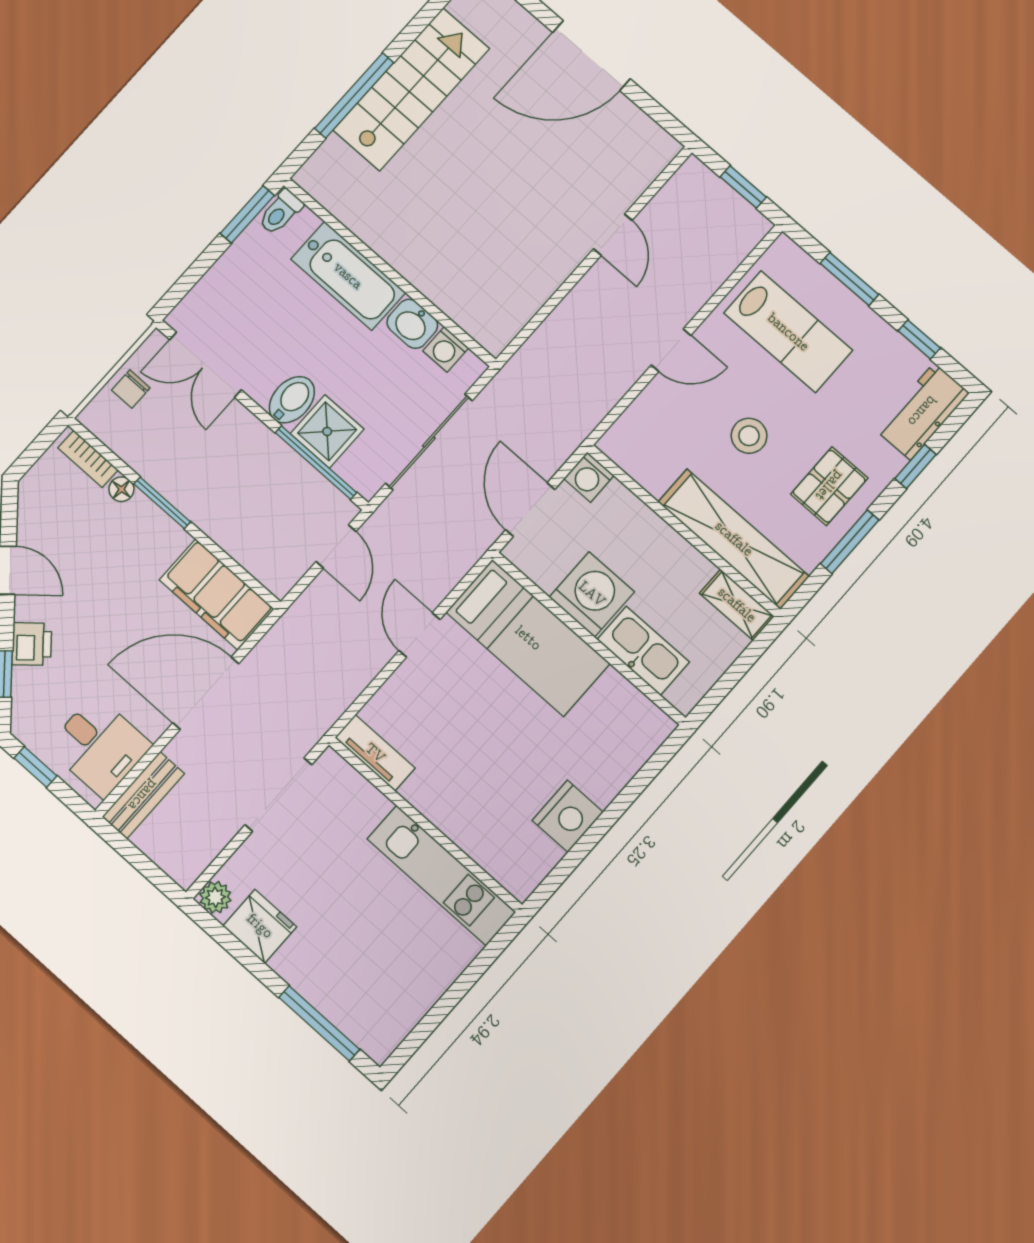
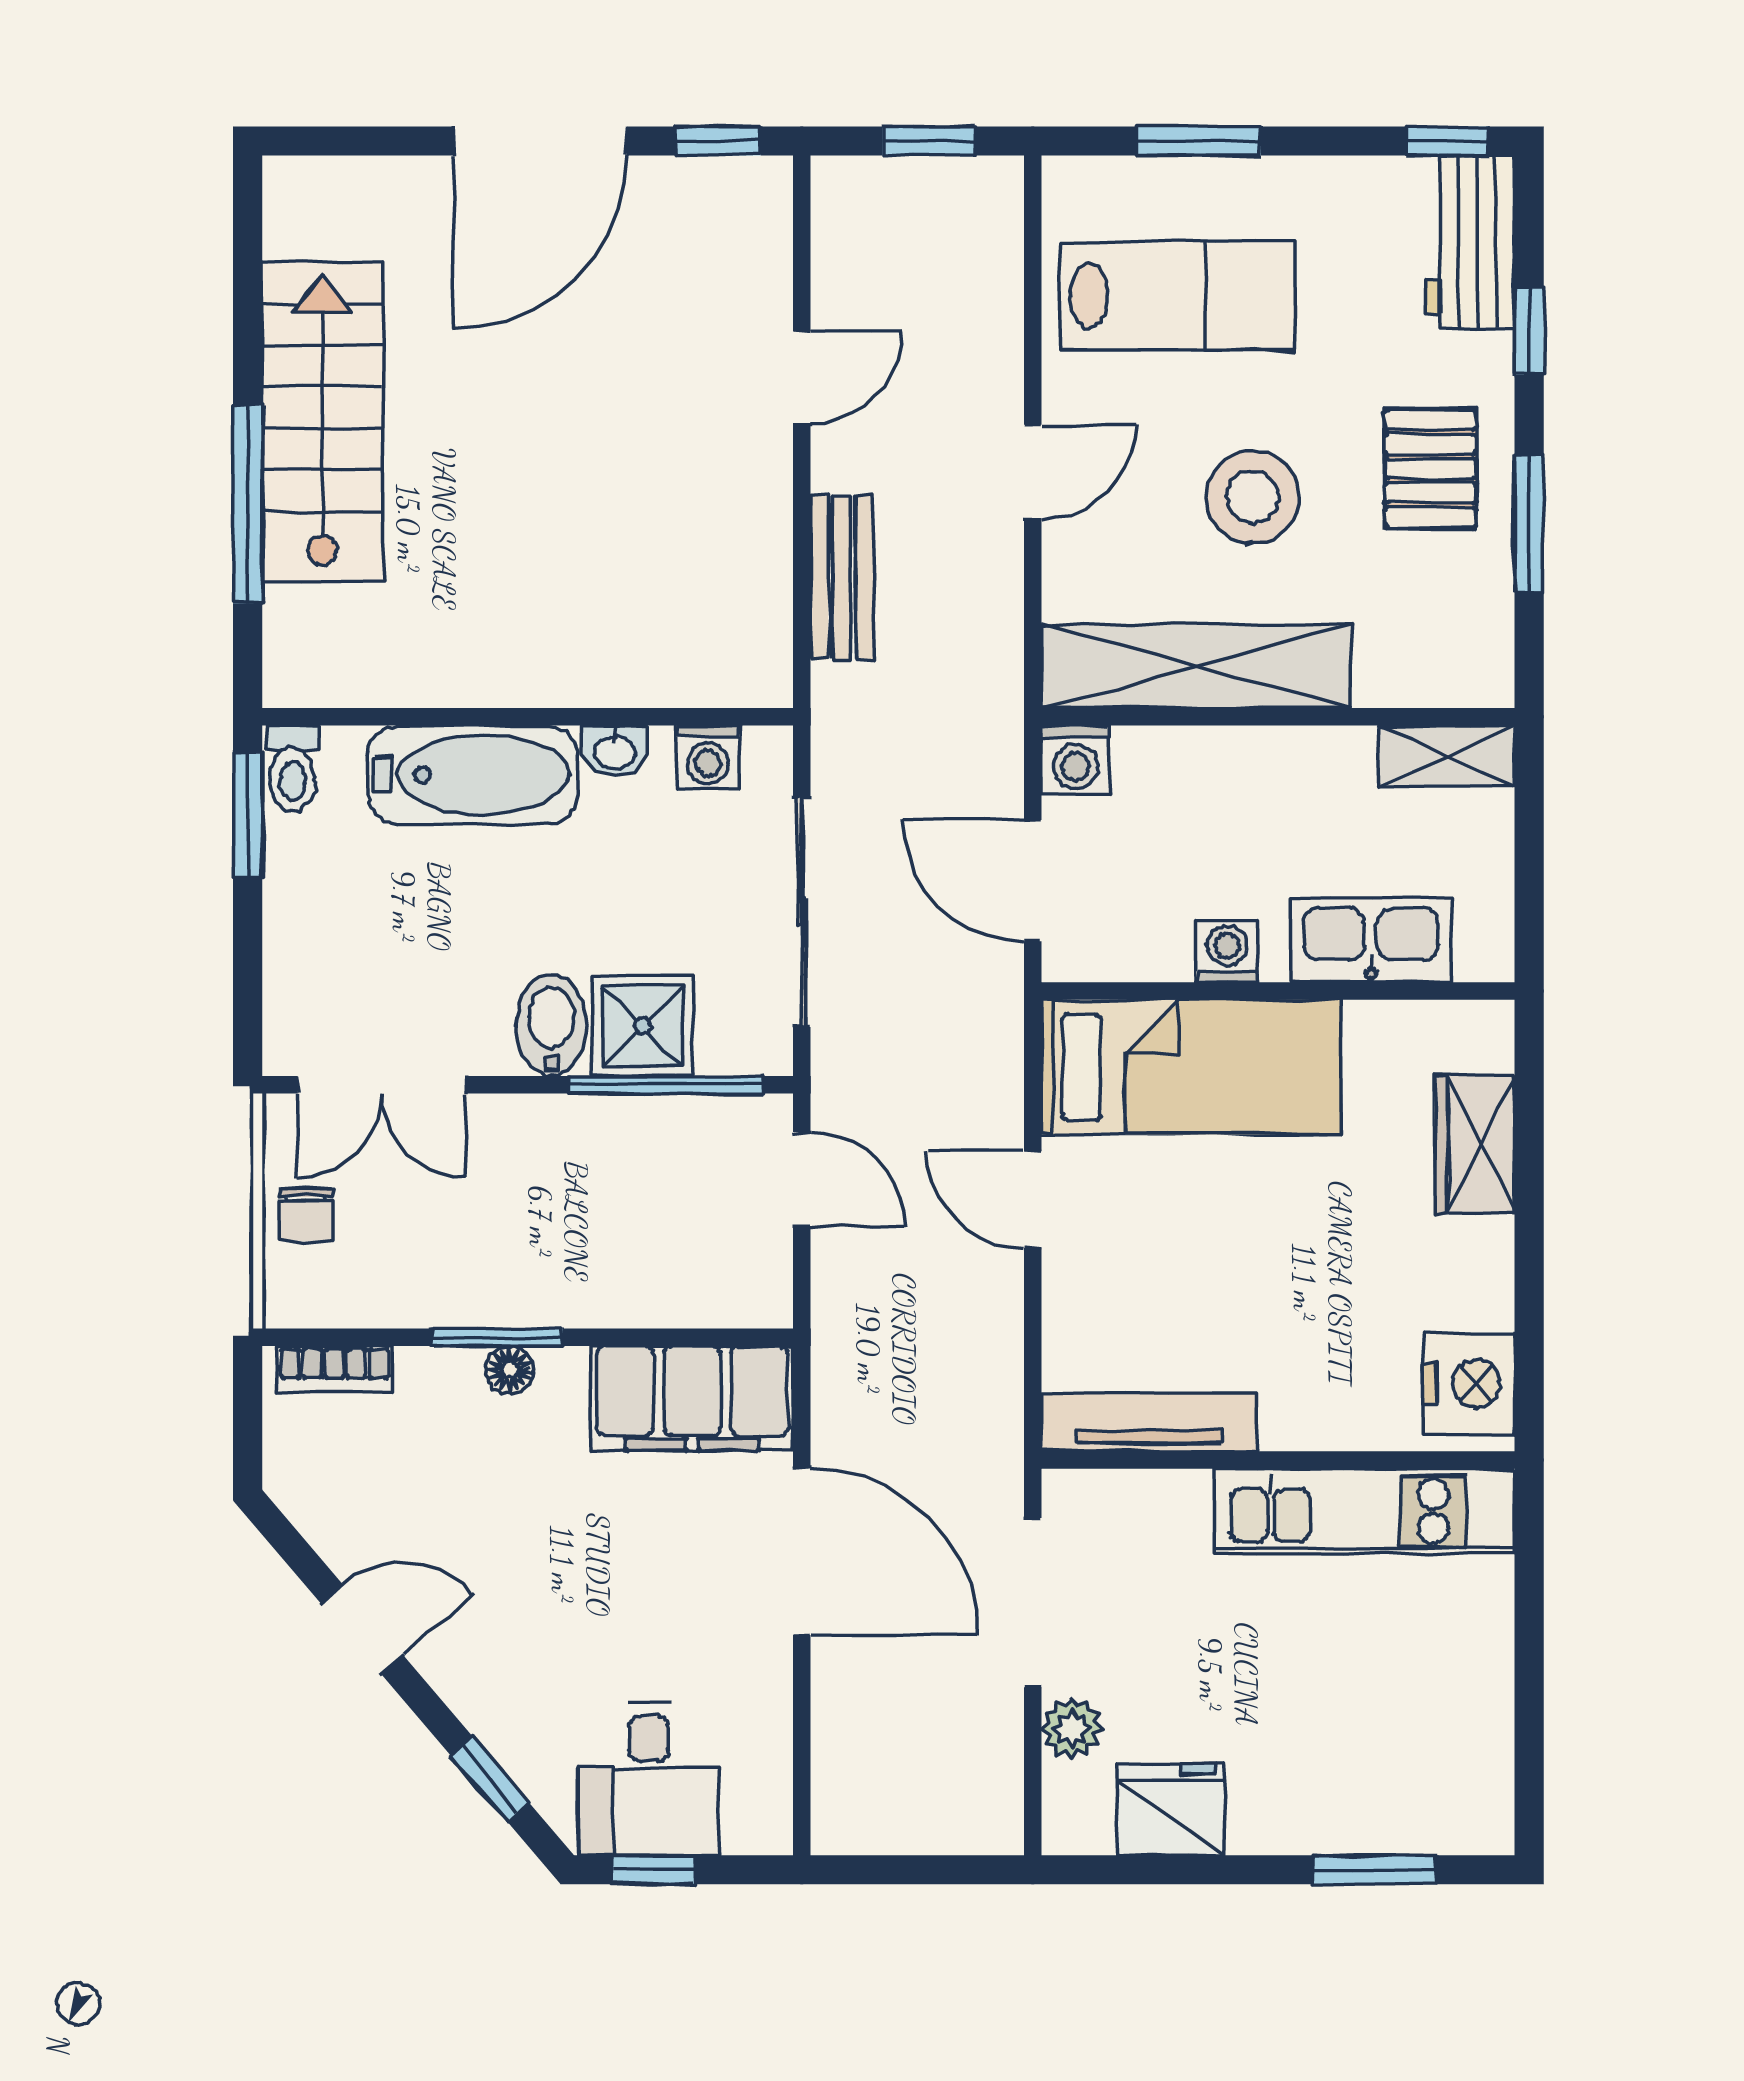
window: (661, 116) -> (718, 141), added
door: (613, 235) -> (802, 377), hinge flipped
washbasin: (412, 324) -> (615, 751), width x0.72, depth x0.69
window: (919, 339) -> (1447, 141), moved
stool: (749, 436) -> (1253, 497), width x1.38, depth x1.38
floor lamp: (121, 489) -> (510, 1370), moved
shelving: (734, 539) -> (1196, 666), moved
washing machine: (592, 594) -> (1227, 952), width x0.53, depth x0.53
printer: (32, 644) -> (491, 1702), removed
door: (206, 693) -> (802, 1552), swing flipped
desk: (99, 746) -> (649, 1779), moved, turned 90
tv unit: (375, 753) -> (1149, 1422), width x1.41
wardrobe: (614, 768) -> (1475, 1144), added
bench: (143, 795) -> (842, 577), moved
nightstand: (568, 816) -> (1469, 1384), moved
plant: (215, 897) -> (1072, 1729), moved
window: (319, 1023) -> (1374, 1870), width x0.69

